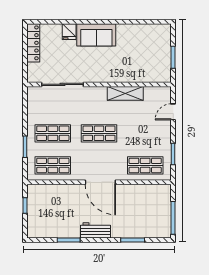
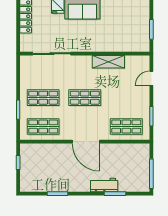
workbench: (96, 230) -> (104, 185), moved

